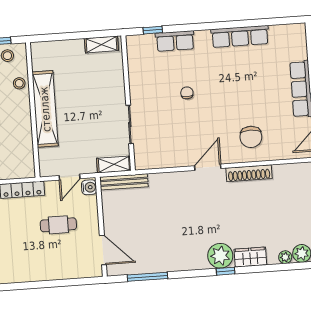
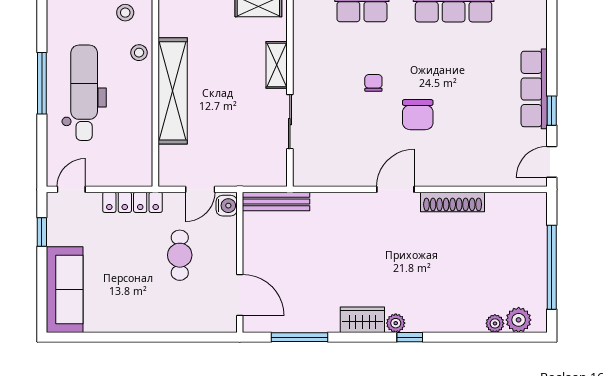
chair: (251, 137) -> (418, 115), moved
shelving: (114, 164) -> (277, 65), moved, turned 90
cafe table: (58, 225) -> (180, 255), turned 90
plant: (220, 256) -> (396, 323), width x0.53, depth x0.53
wardrobe: (250, 257) -> (362, 320), moved

